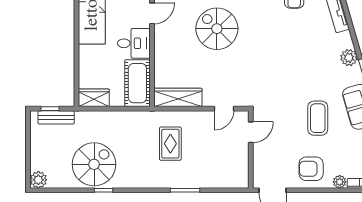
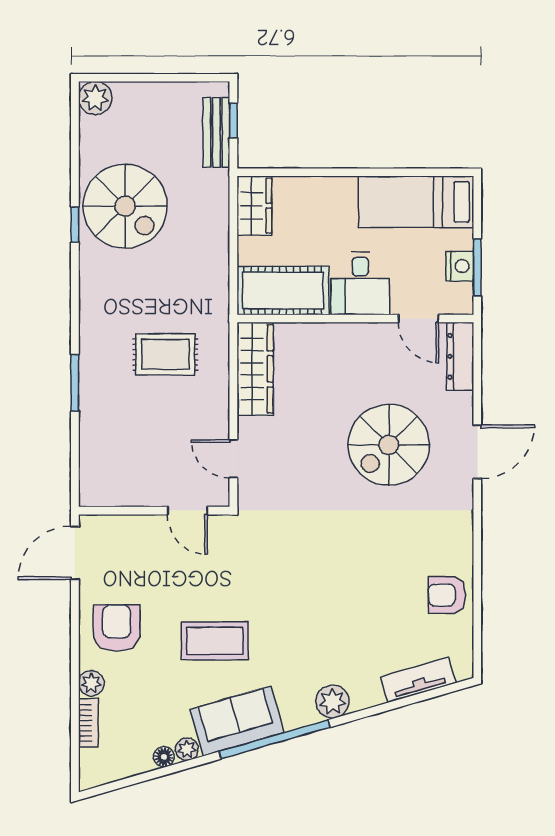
spiral stairs: (217, 29) -> (389, 445), turned 180

